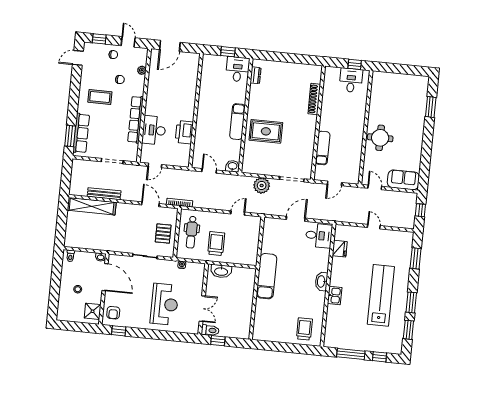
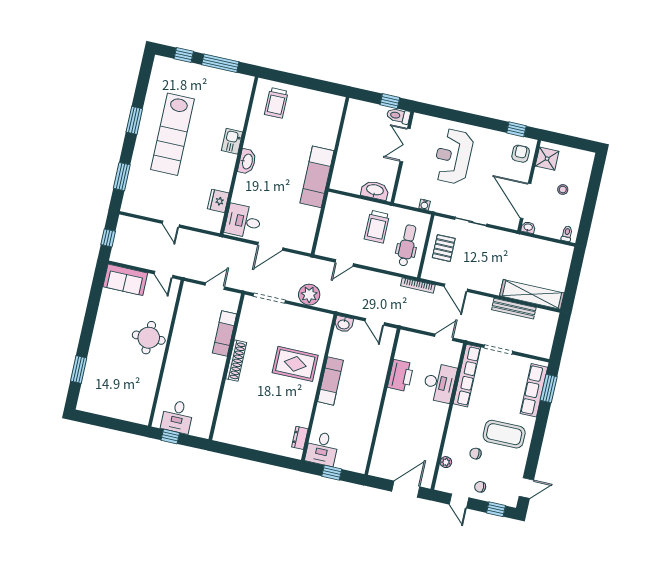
coffee table: (100, 97) -> (504, 434), width x1.36, depth x1.32
shoe rack: (314, 99) -> (236, 361), moved
row of seats: (136, 120) -> (467, 376), moved
window: (408, 330) -> (142, 85), removed

